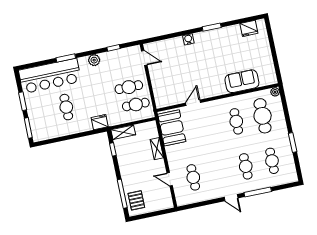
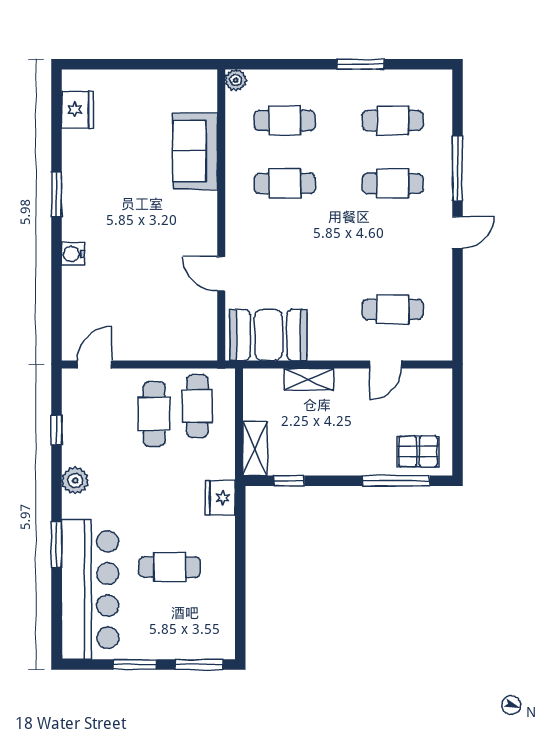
cafe table: (263, 116) -> (285, 121), width x0.73, depth x0.74

